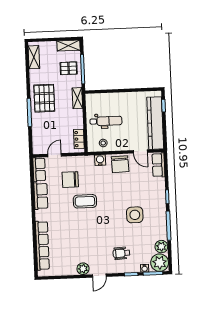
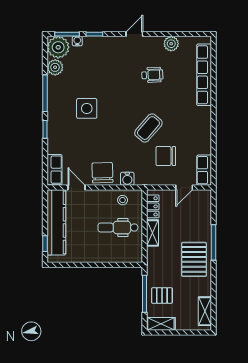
shelving: (77, 98) -> (152, 233), moved
chair: (70, 180) -> (166, 156), turned 180
row of seats: (41, 196) -> (203, 137), removed
coffee table: (85, 201) -> (148, 128), turned -49
wheelchair: (121, 253) -> (152, 75), moved
plant: (83, 269) -> (171, 44), moved

